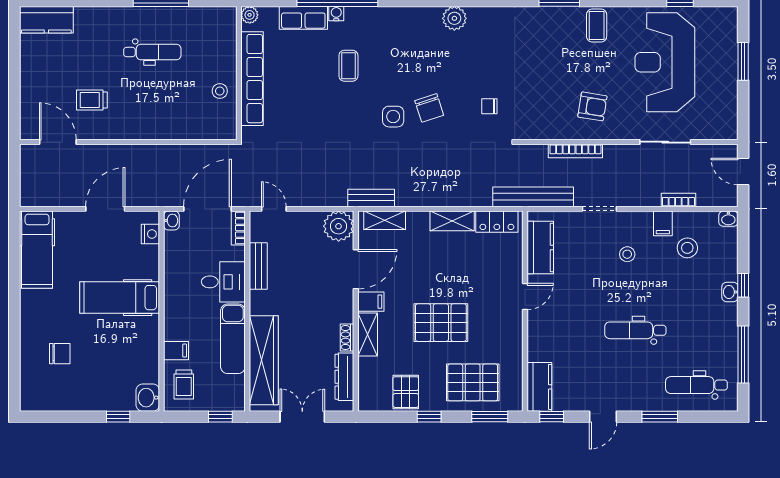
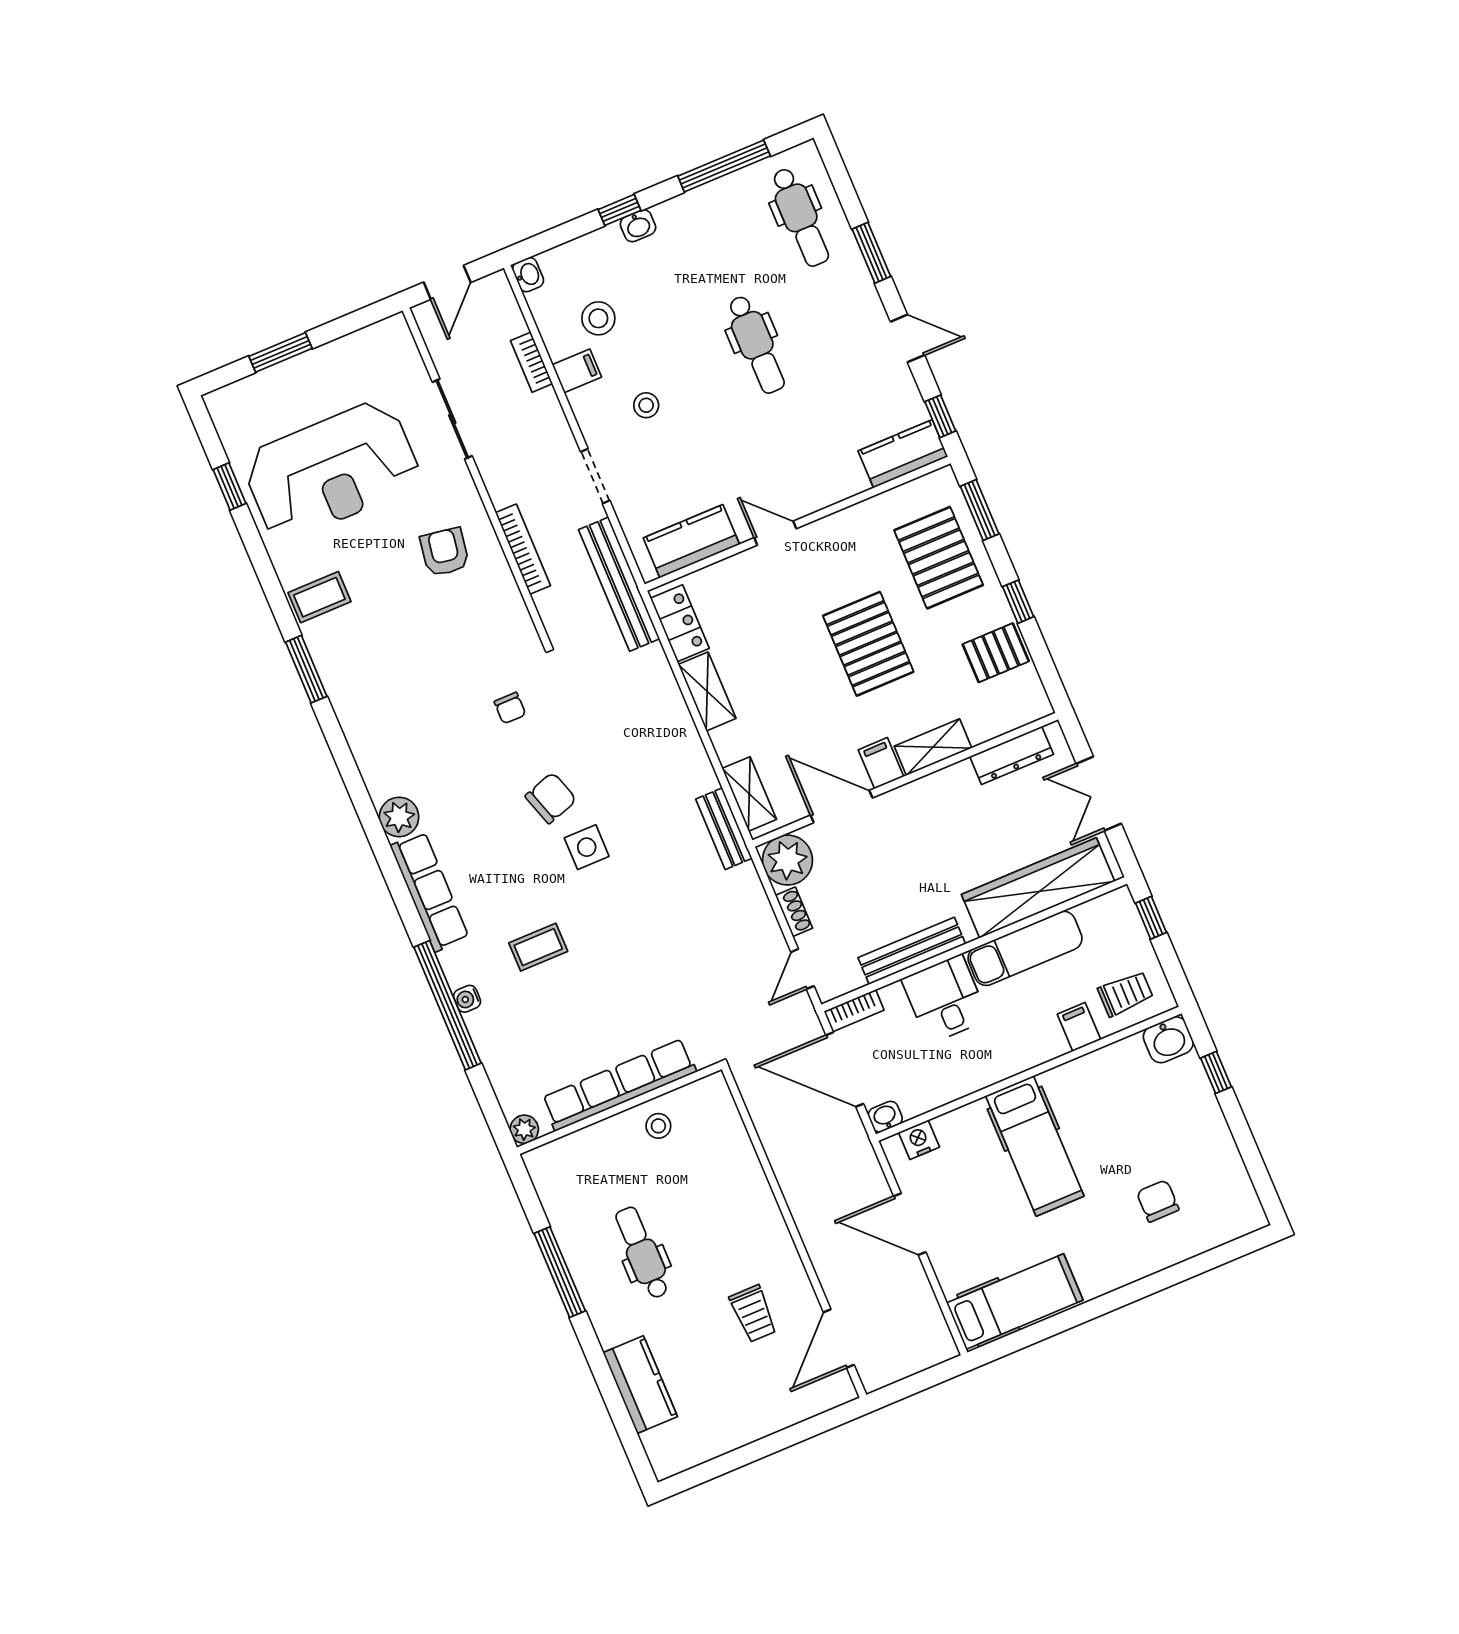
row of seats: (303, 18) -> (430, 892), moved, width x1.48
kitchen counter: (46, 20) -> (640, 1385), moved
bench: (258, 266) -> (912, 951), width x1.36
shoe rack: (347, 338) -> (794, 912), moved, turned -90

